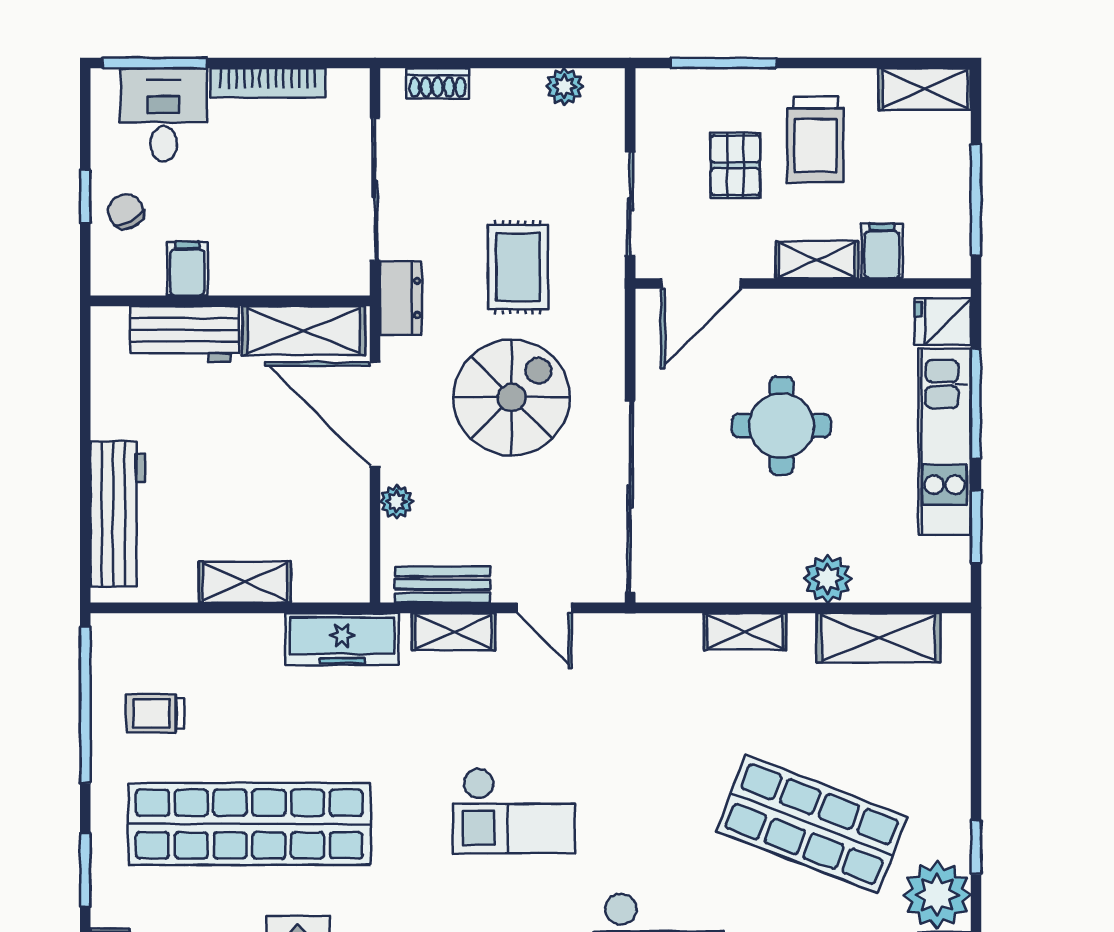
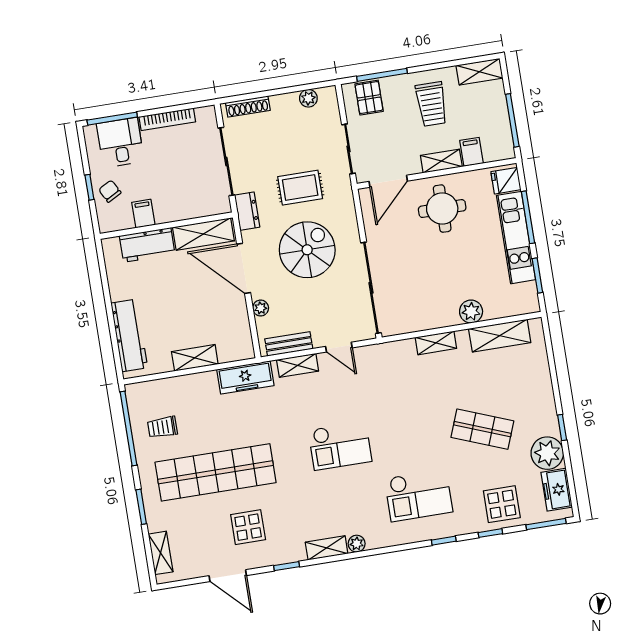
shoe rack: (438, 83) -> (248, 107), width x1.43
pallet: (735, 165) -> (369, 98), moved
rug: (518, 267) -> (300, 188), turned 90
round table: (782, 426) -> (442, 209), moved
shop shelf: (812, 824) -> (482, 429), width x0.70, depth x0.74

